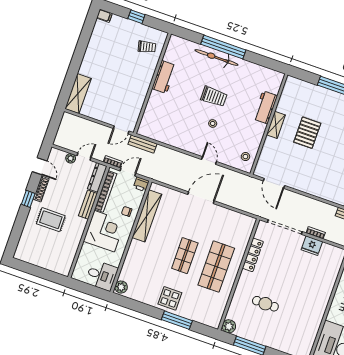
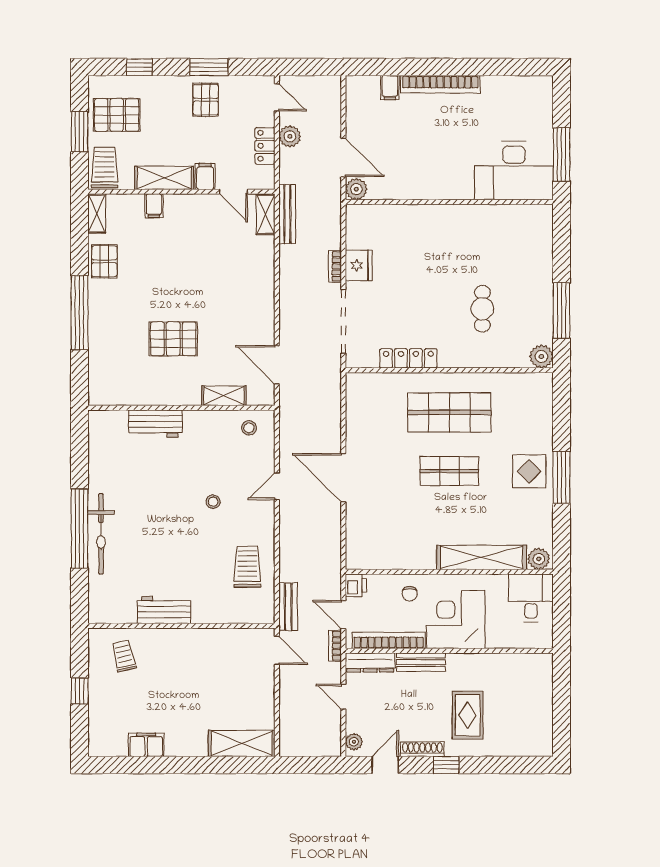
filing cabinet: (104, 16) -> (146, 745), moved, width x2.00
trolley: (214, 96) -> (247, 567), moved
shelving: (276, 125) -> (224, 396), moved
plant: (71, 158) -> (354, 742), moved
door: (274, 183) -> (277, 365), swing flipped
shelving: (147, 216) -> (482, 557), moved
window: (177, 320) -> (561, 477), moved

